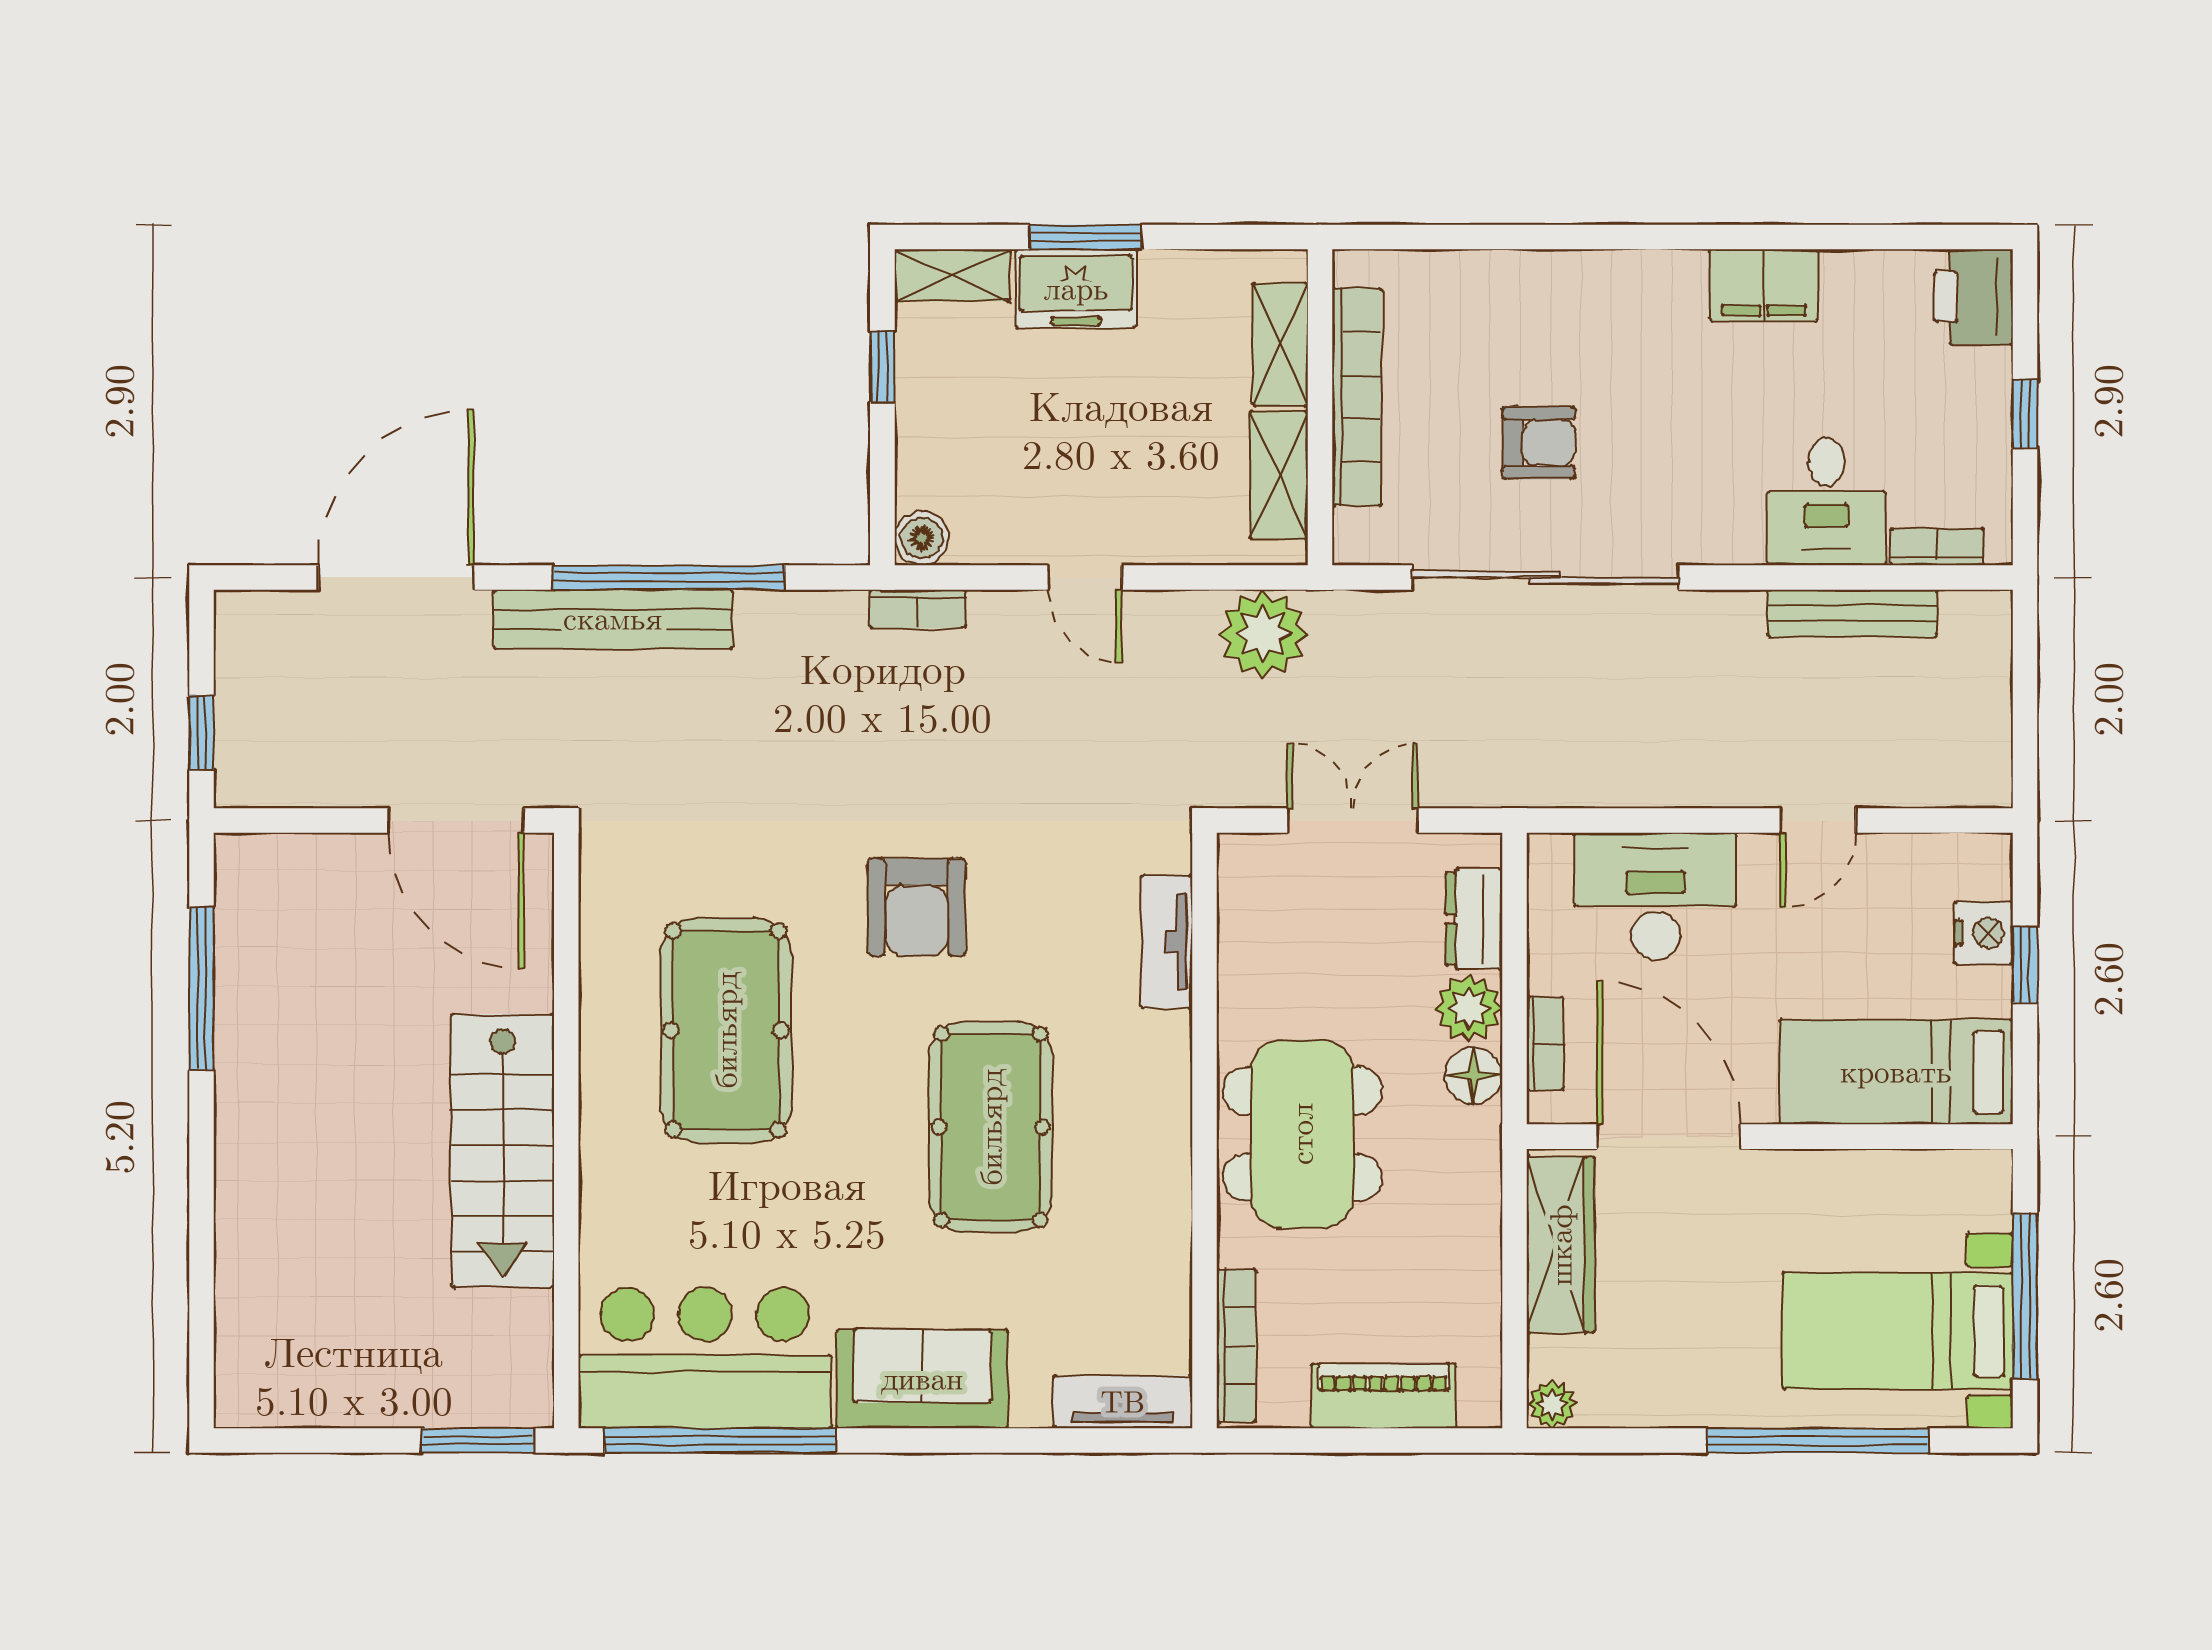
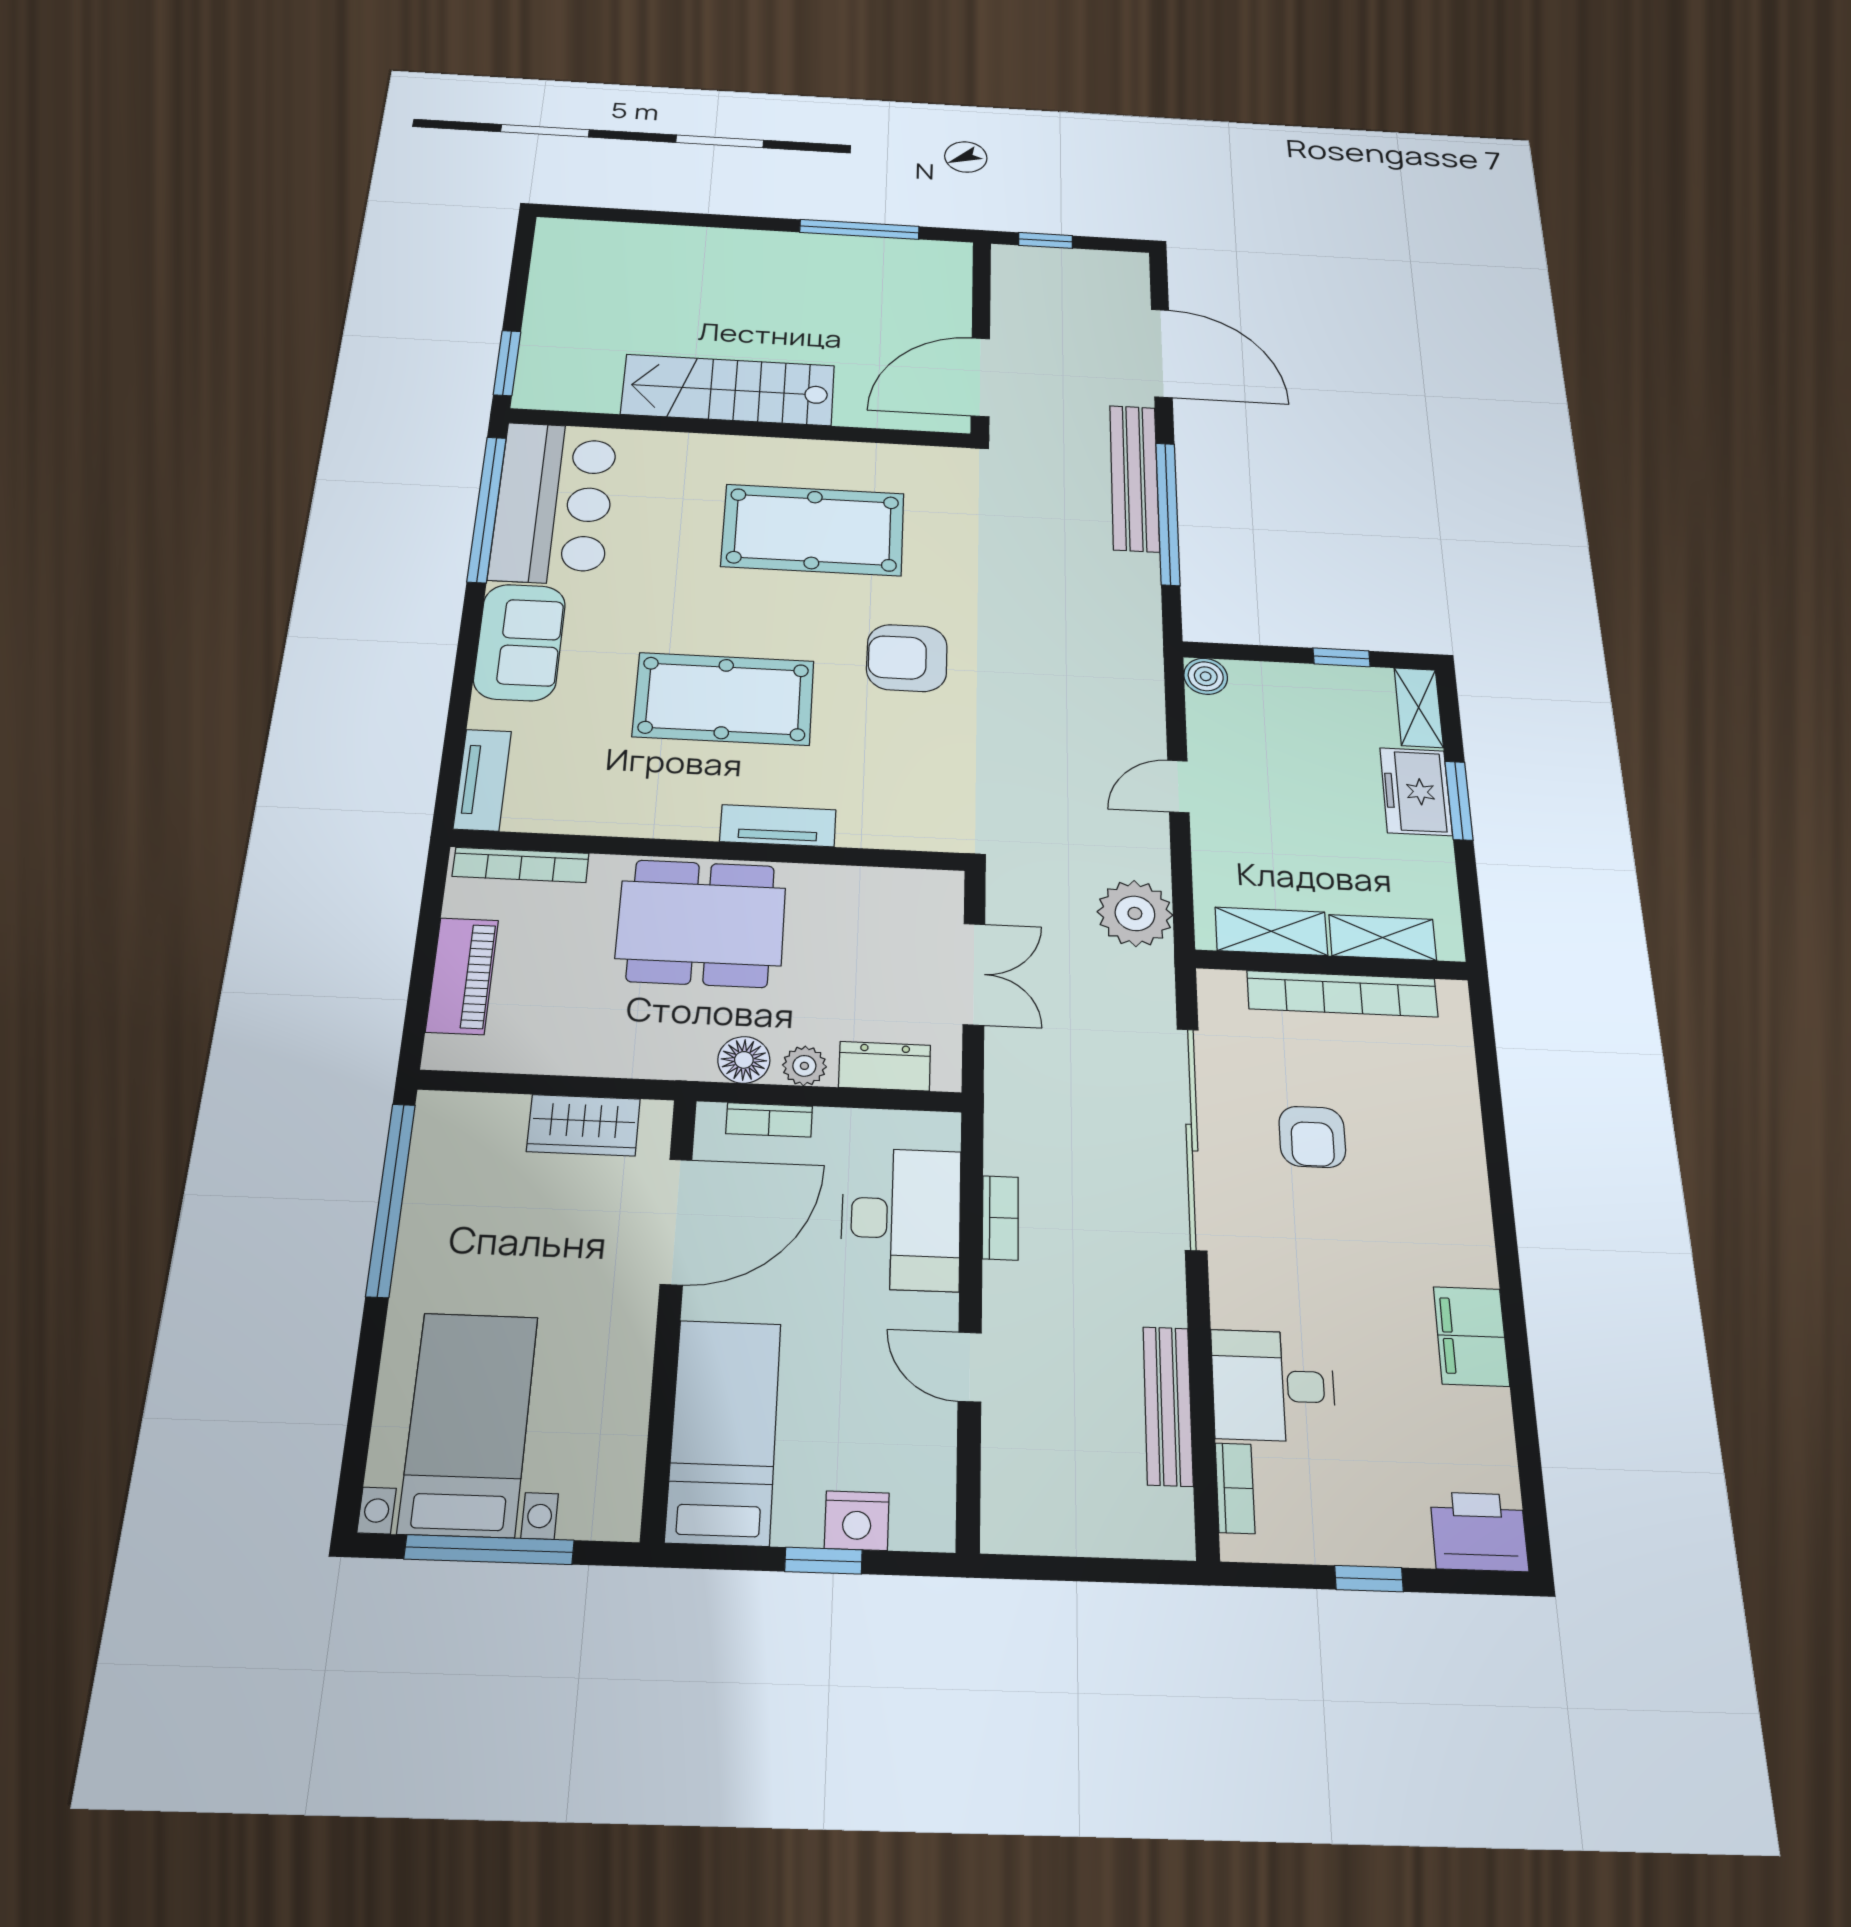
bookcase: (918, 609) -> (1000, 1218), moved, turned 180
tv unit: (1167, 942) -> (778, 826), moved
plant: (1469, 1008) -> (804, 1066), width x0.73, depth x0.73
wardrobe: (1561, 1245) -> (584, 1125), width x0.67
plant: (1552, 1404) -> (437, 1112), removed
window: (1818, 1441) -> (391, 1199), moved

